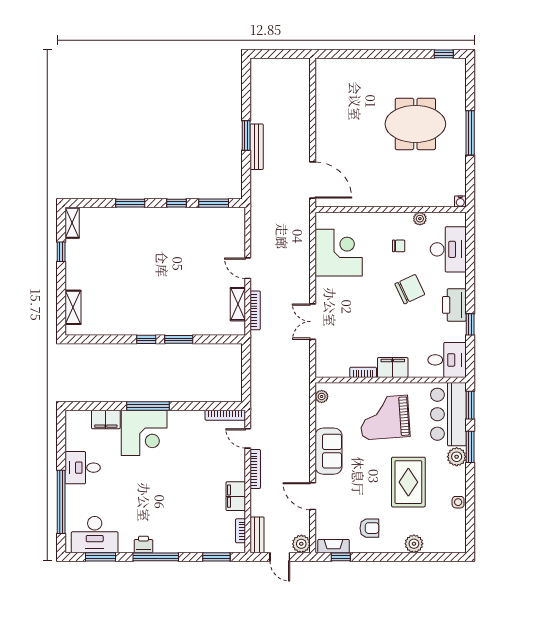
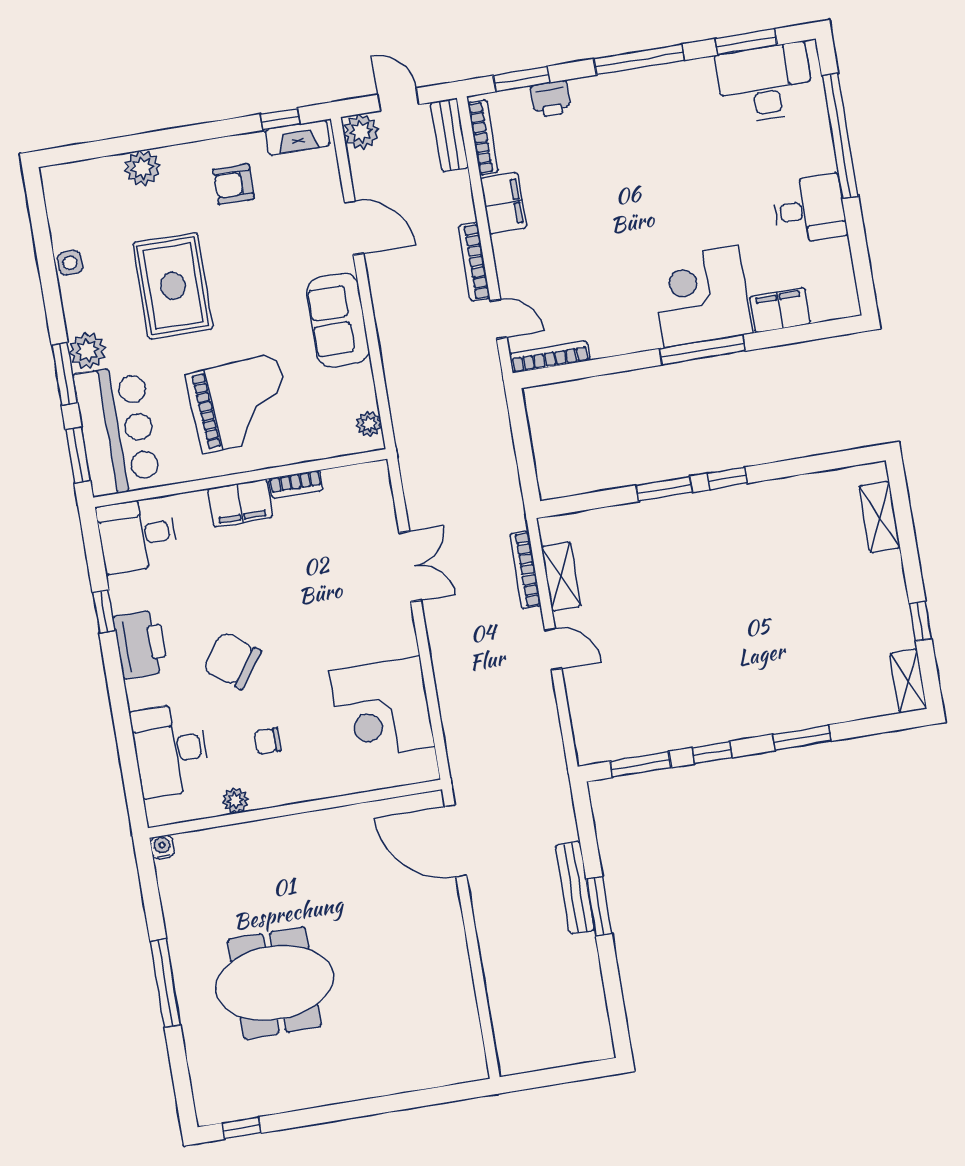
chair: (410, 289) -> (232, 661), turned 61
bookcase: (241, 531) -> (483, 137), width x1.56
printer: (143, 544) -> (551, 99), moved

